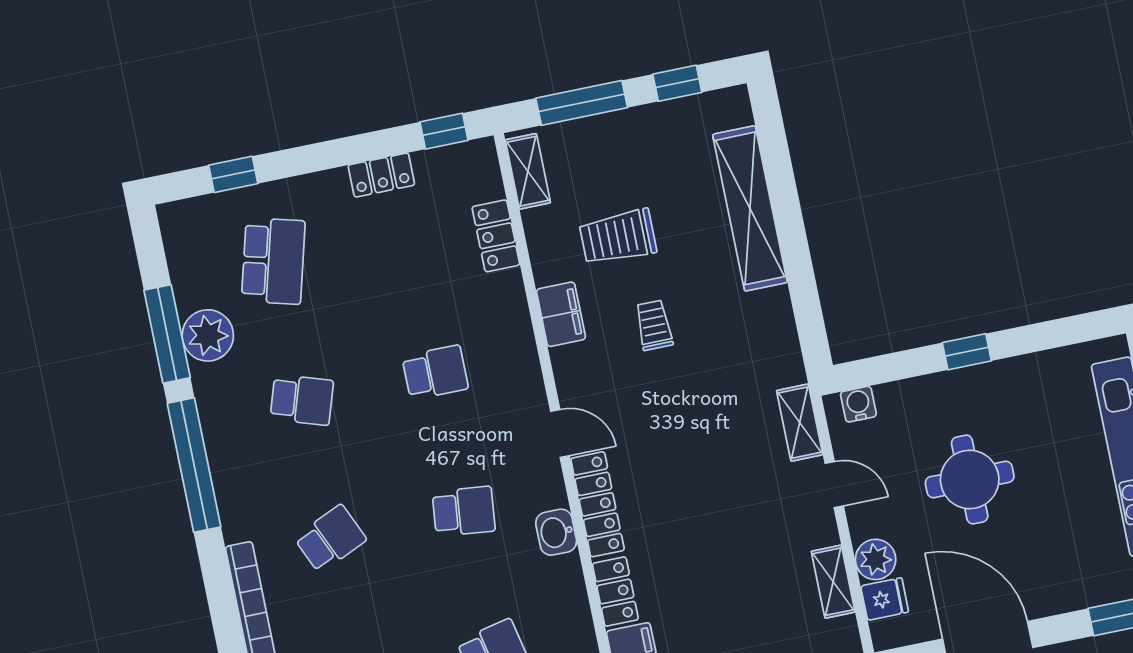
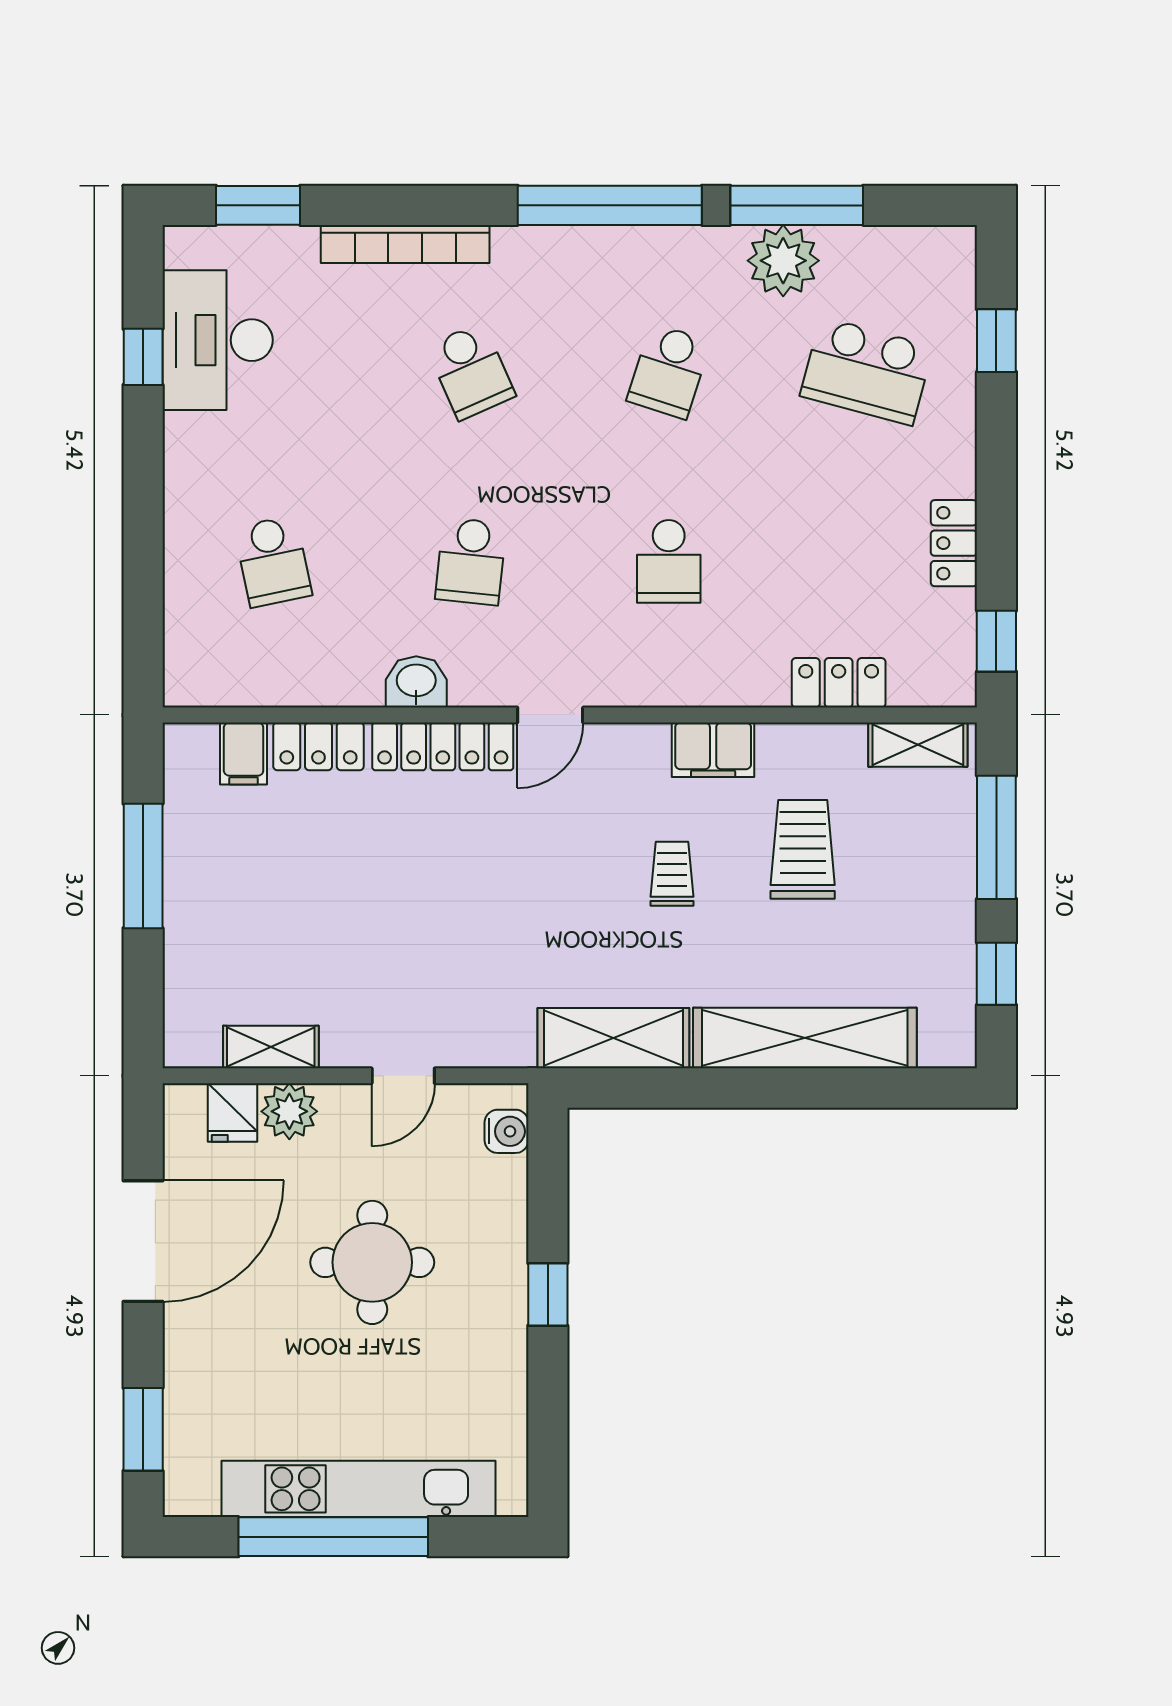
trolley: (654, 325) -> (672, 874), turned -90
shelving: (800, 423) -> (613, 1038), moved, width x1.50, depth x1.33

